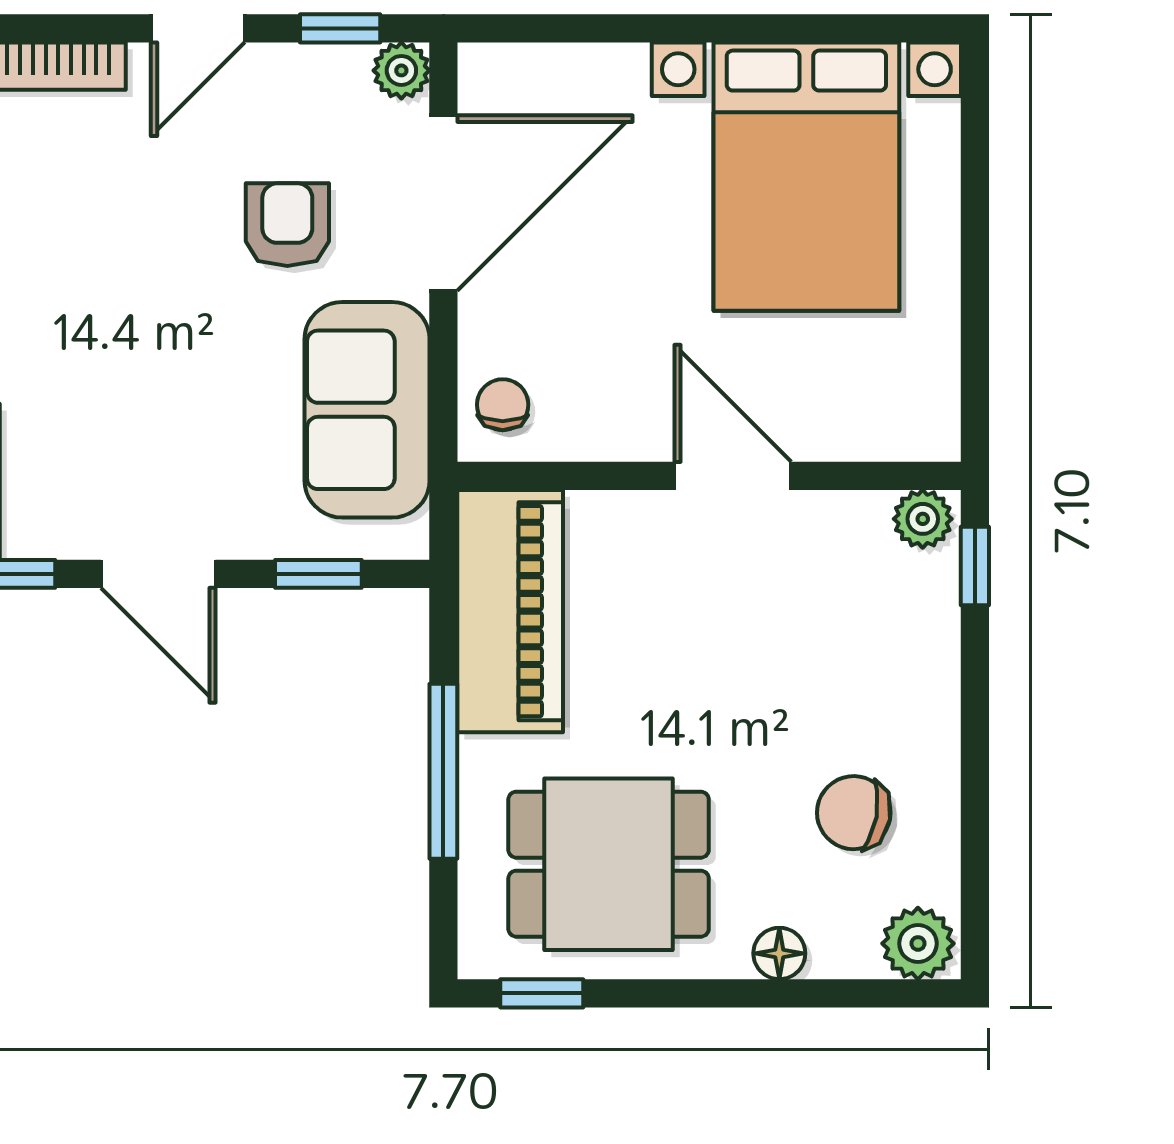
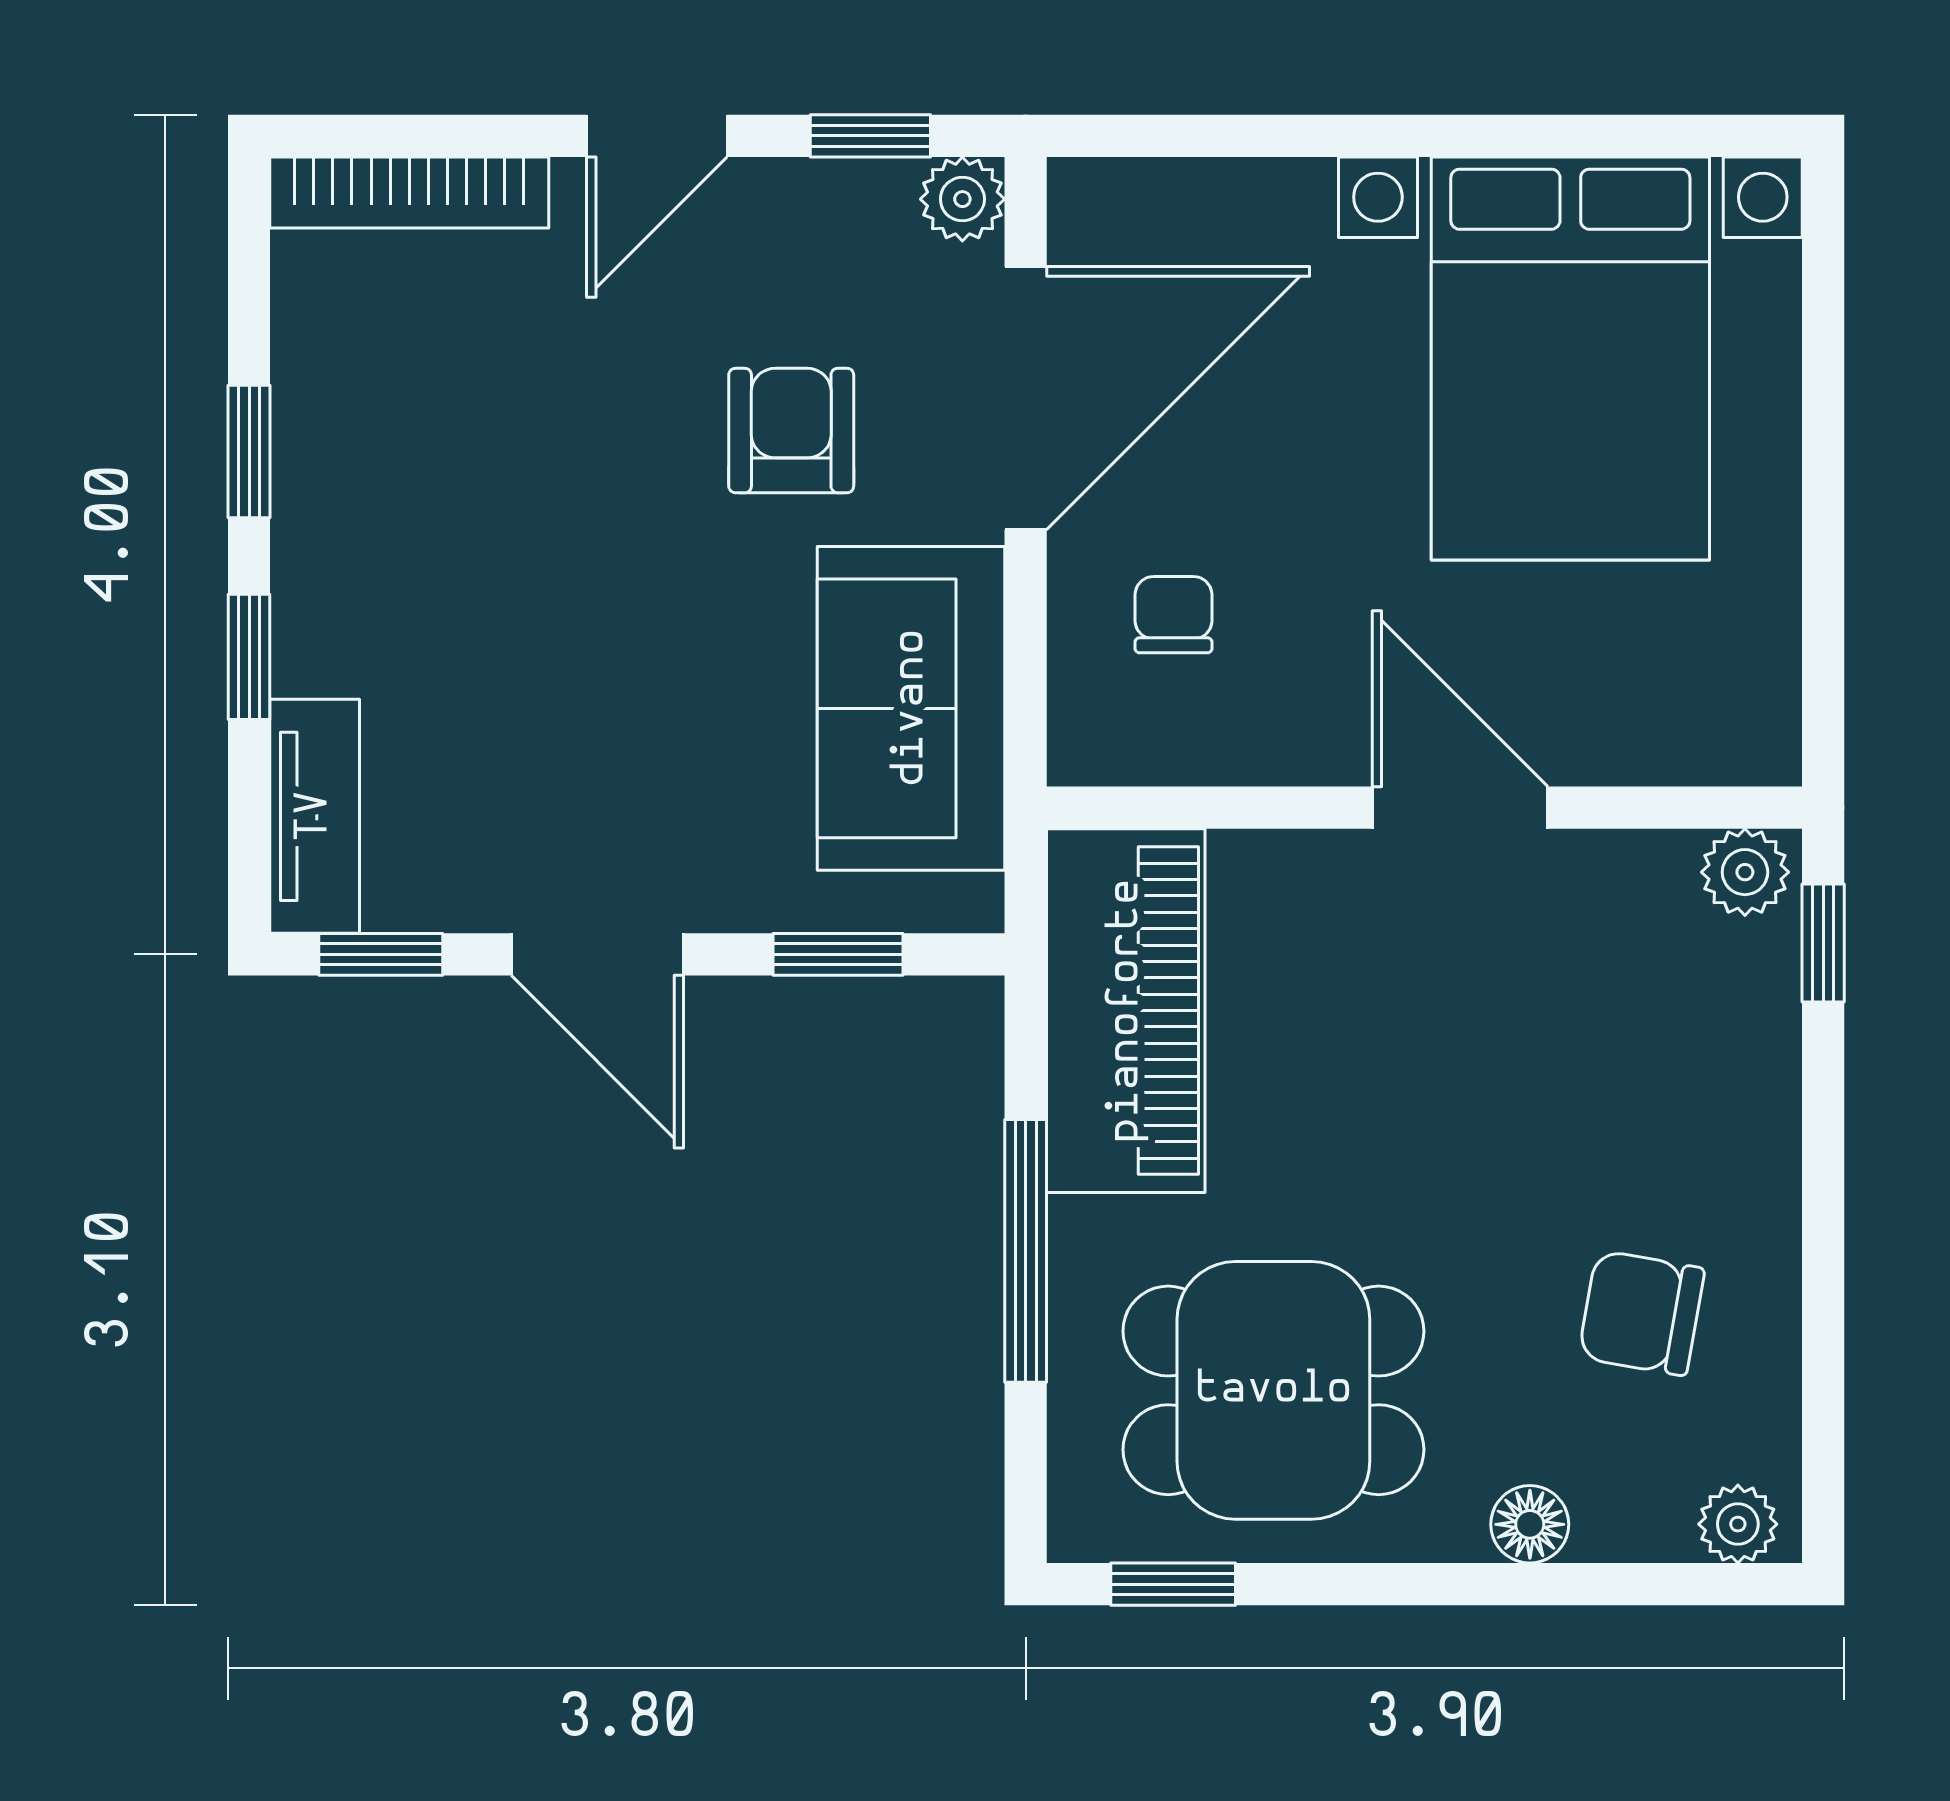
chair: (503, 405) -> (1173, 615), moved
plant: (918, 943) -> (1738, 1524), width x0.73, depth x0.73

